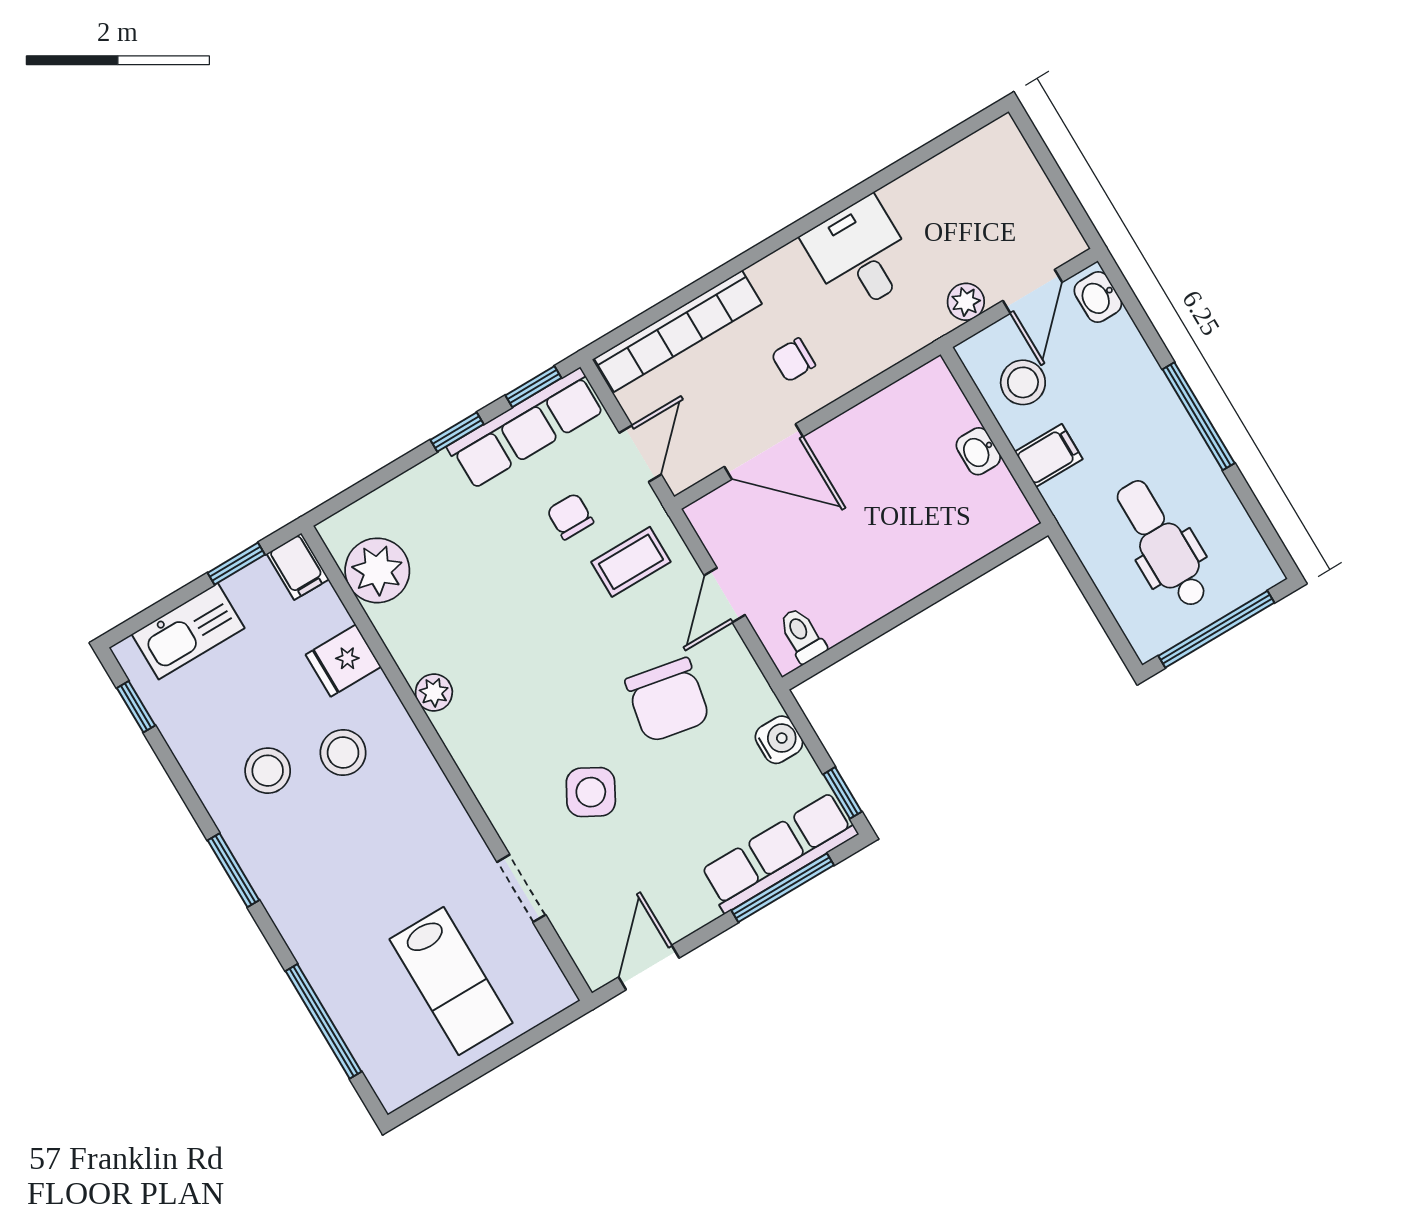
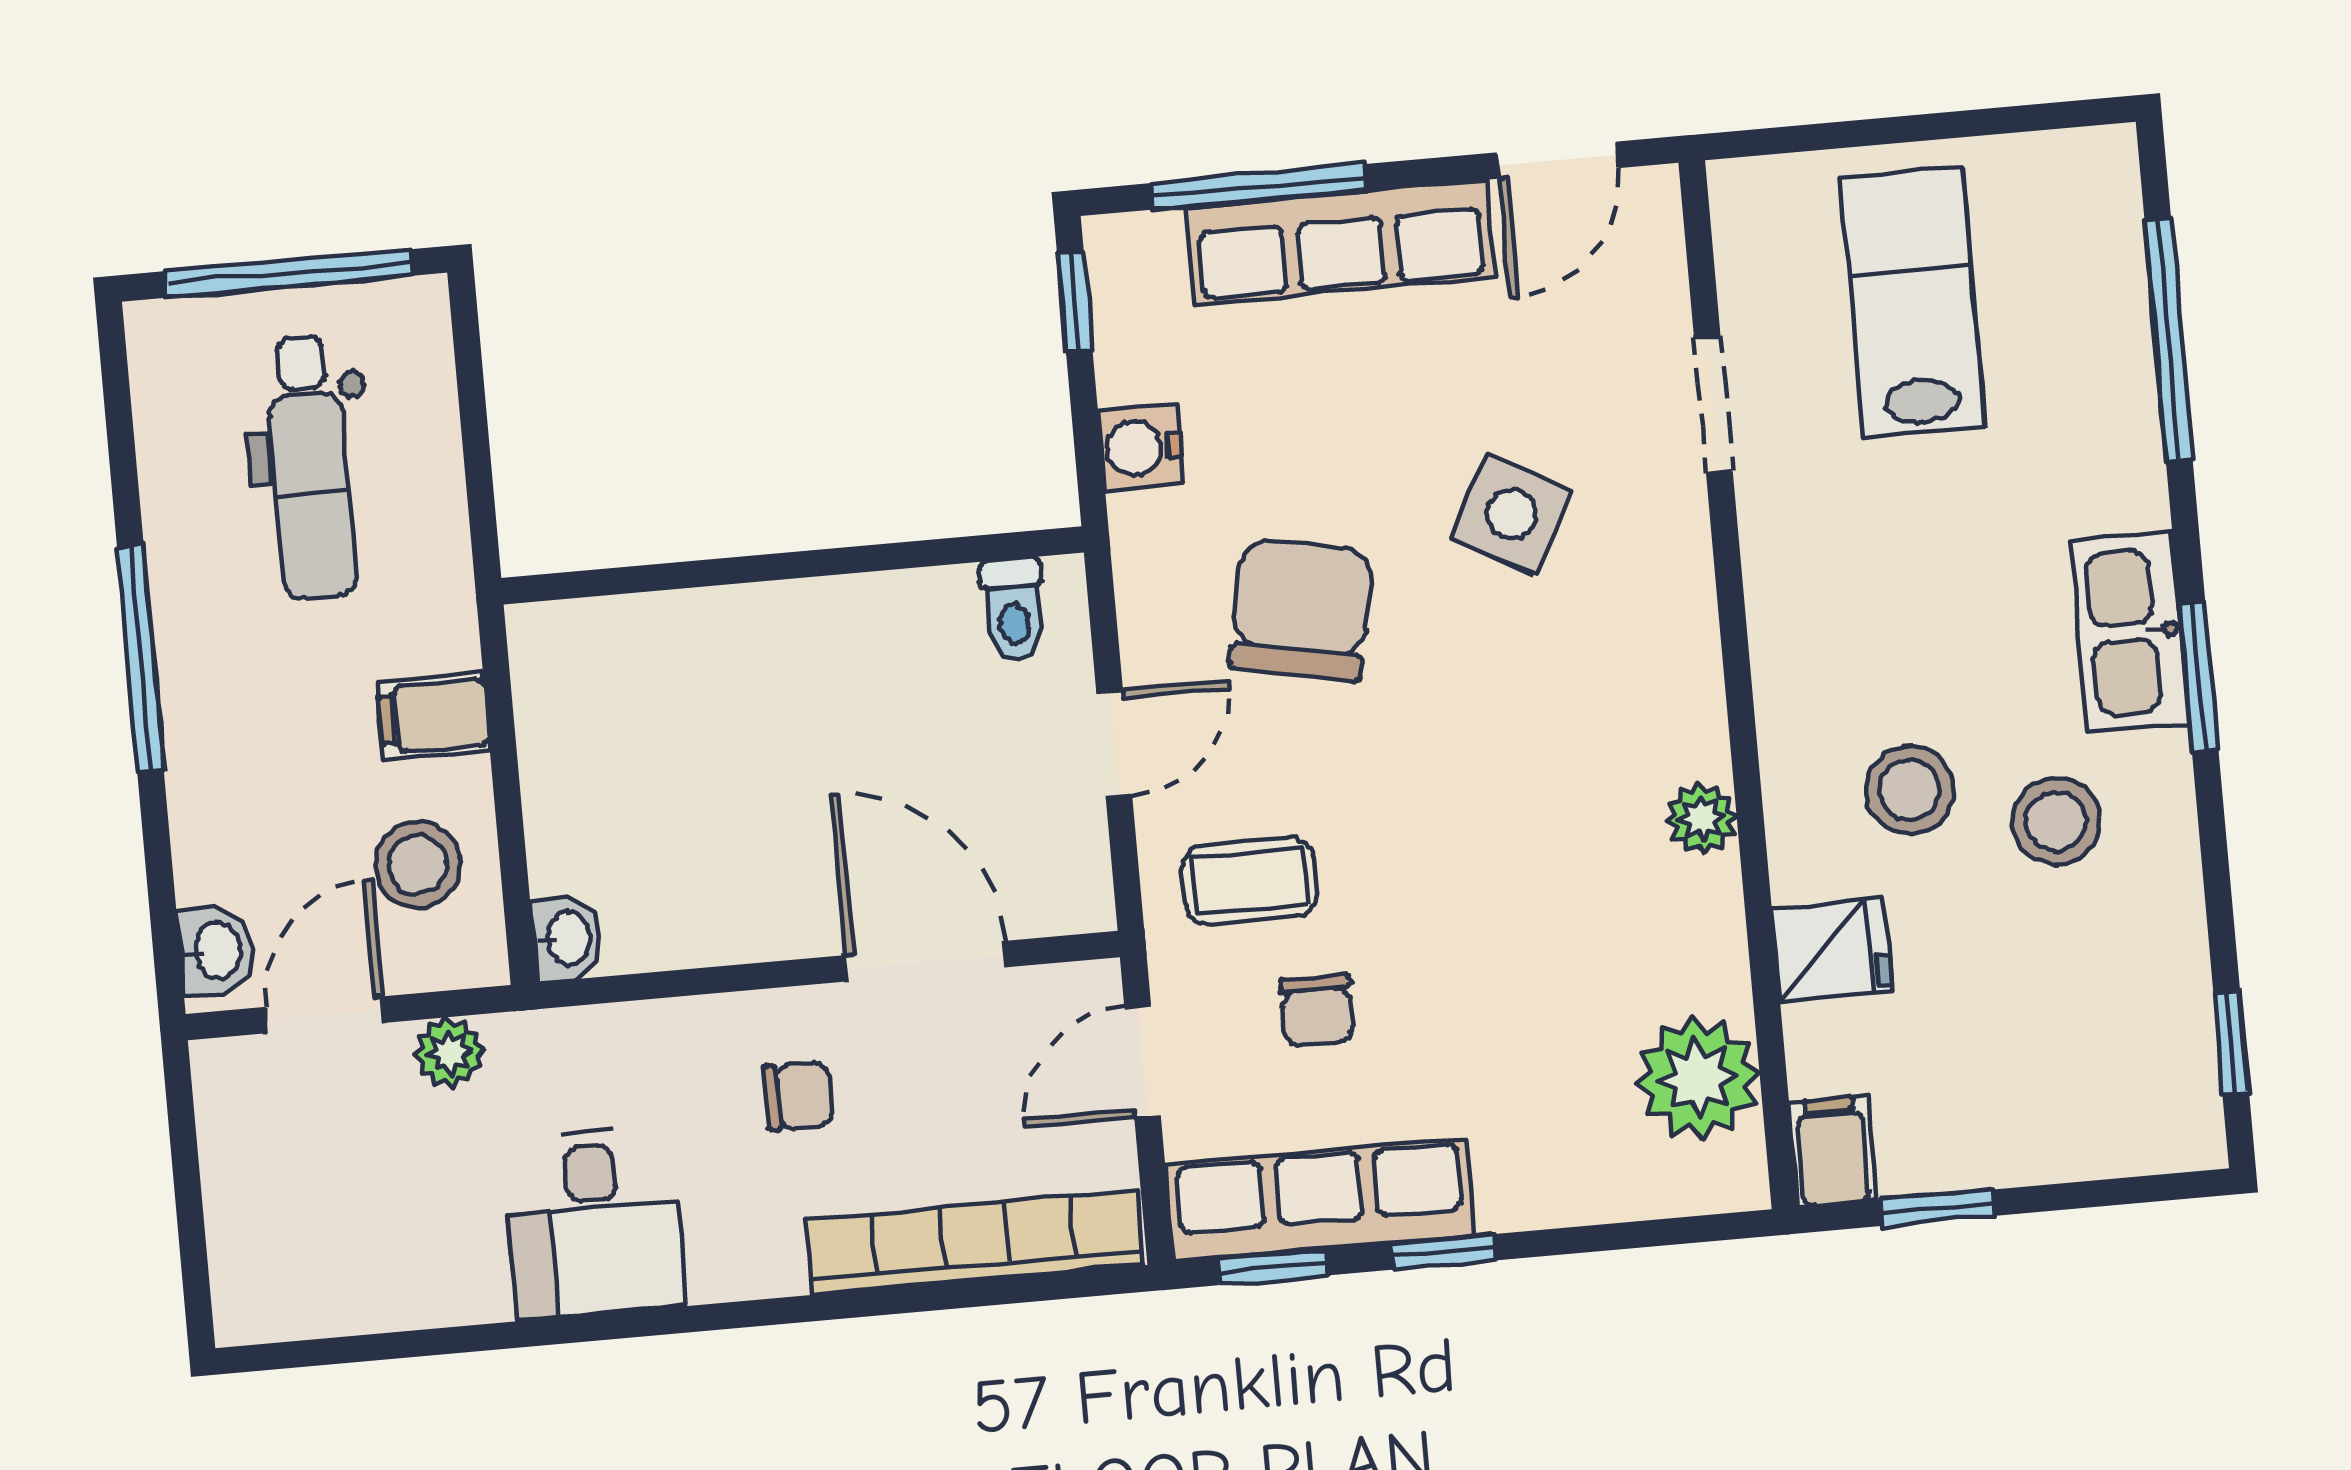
washbasin: (978, 451) -> (567, 938), moved
kitchen sink: (188, 631) -> (2130, 632), moved, turned -90
row of seats: (779, 853) -> (1340, 242), moved

